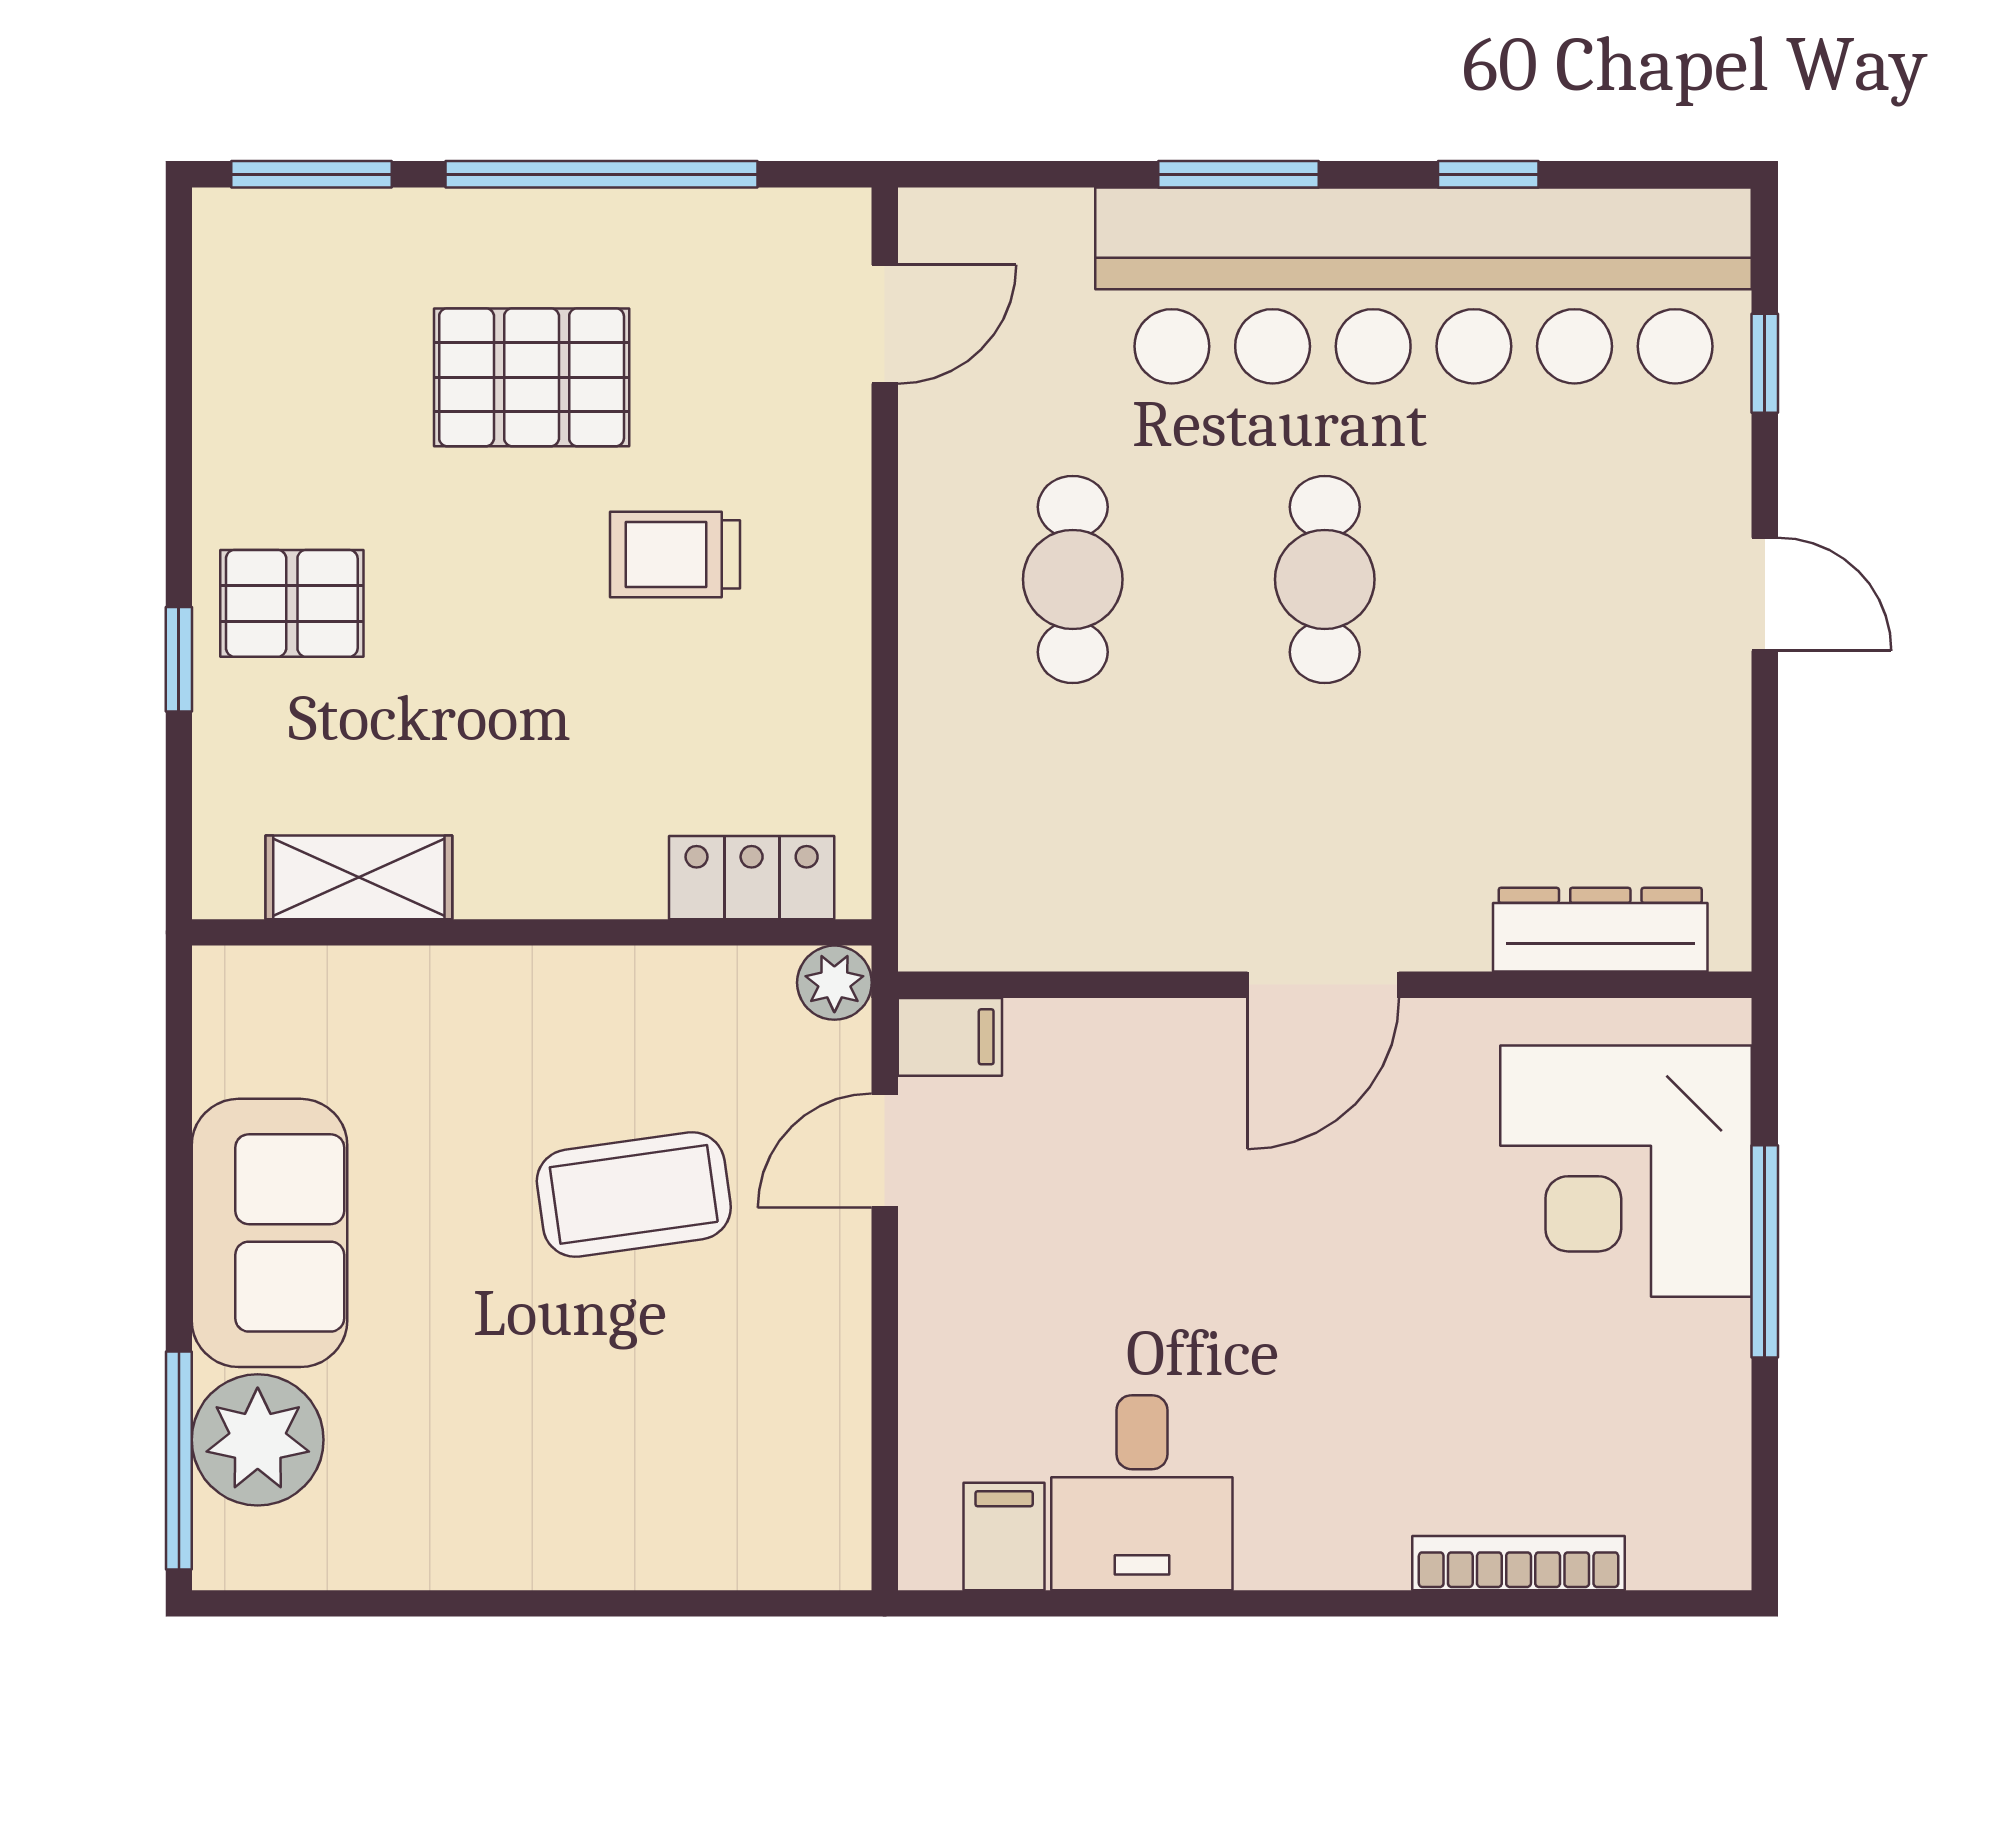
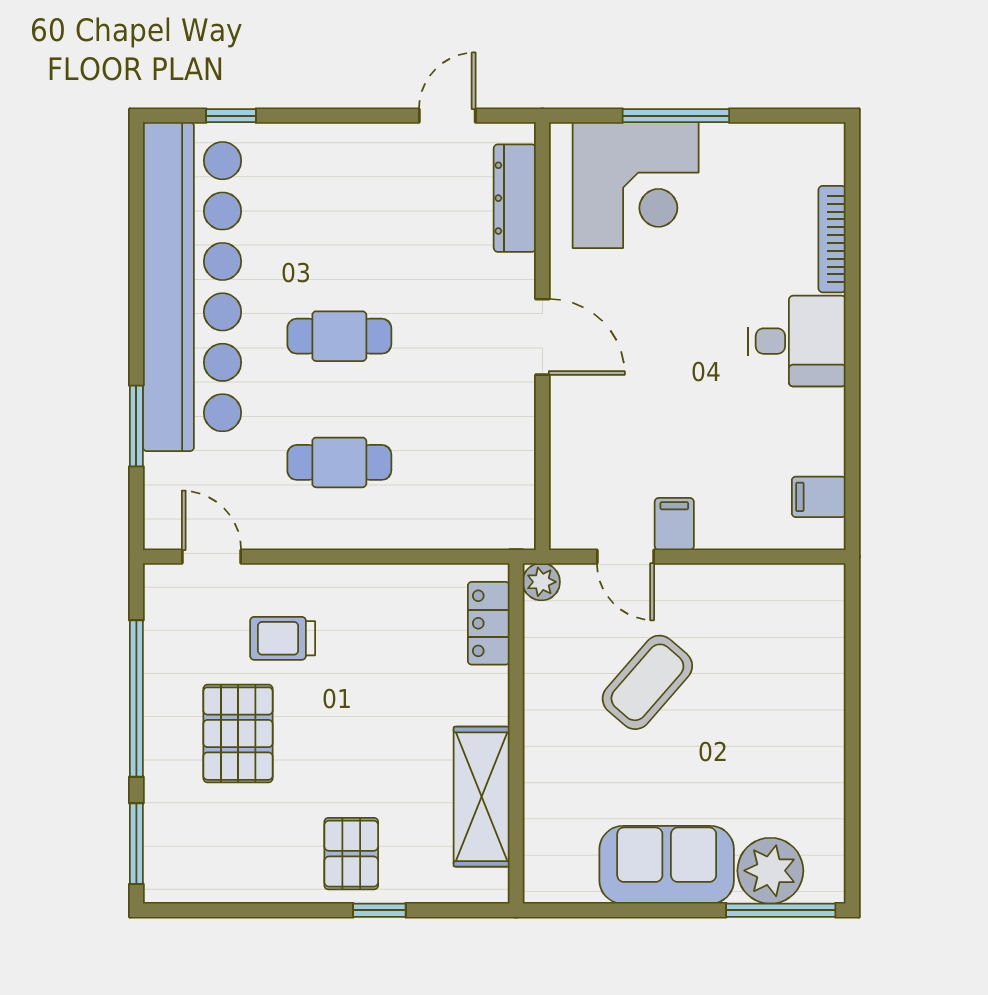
window: (1238, 174) -> (136, 426), moved
window: (1488, 174) -> (136, 254), removed
trolley: (675, 554) -> (283, 638), moved, turned 90
door: (1765, 594) -> (447, 116), moved
shelving: (359, 877) -> (482, 797), width x1.50, depth x1.33
filing cabinet: (950, 1037) -> (674, 524), moved
coffee table: (634, 1194) -> (647, 682), turned 49
desk: (1142, 1493) -> (797, 341), moved

